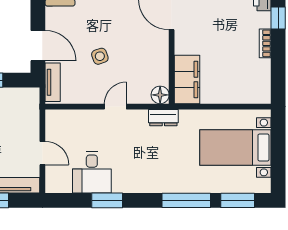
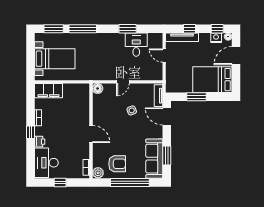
filing cabinet: (187, 79) -> (49, 91), moved, turned -90
dresser: (163, 118) -> (96, 76), removed

